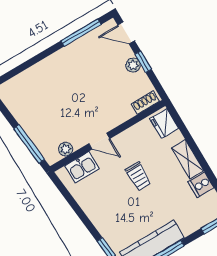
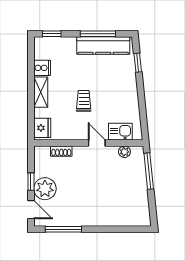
plant: (133, 65) -> (45, 189), width x1.88, depth x1.88
shoe rack: (145, 103) -> (61, 151), moved

